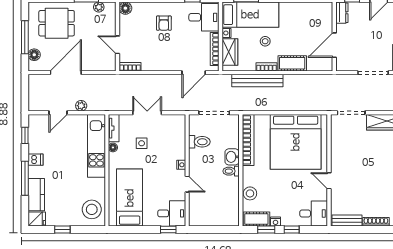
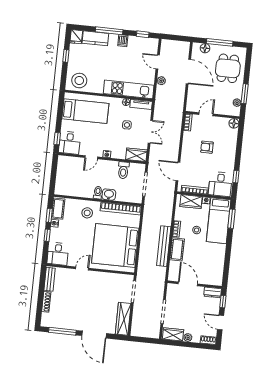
armchair: (164, 23) -> (207, 147), moved
bench: (257, 81) -> (164, 246), moved
wardrobe: (178, 127) -> (136, 155), added
stool: (250, 193) -> (87, 213), moved

